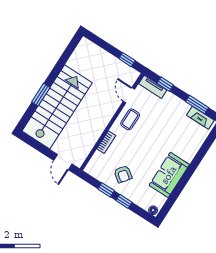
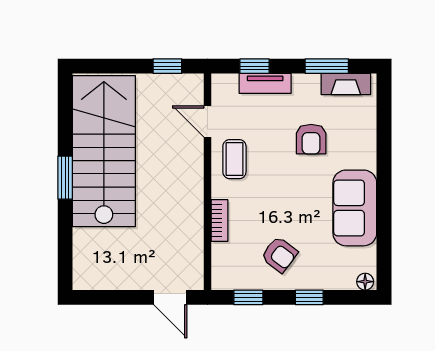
tv unit: (153, 87) -> (265, 83), moved
window: (41, 95) -> (65, 178), moved
stairs: (57, 107) -> (104, 151), moved
armchair: (170, 132) -> (311, 139), added
window: (106, 190) -> (248, 297), moved

